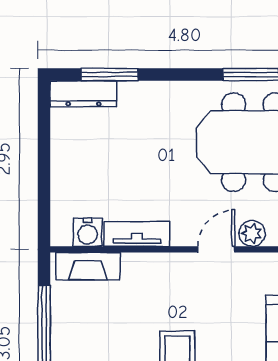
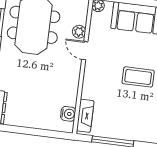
tv unit: (137, 234) -> (72, 89), removed

